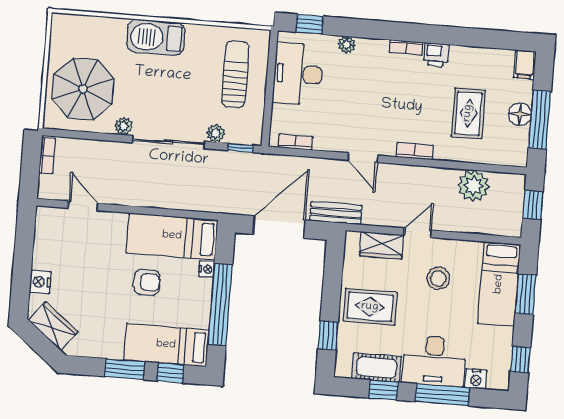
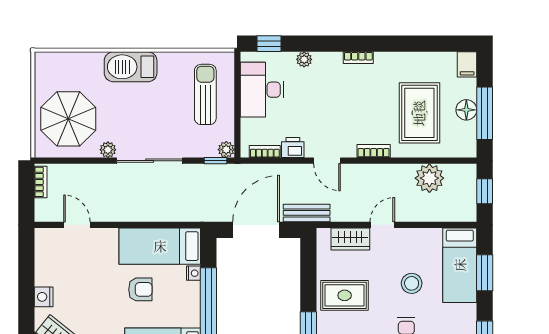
printer: (436, 54) -> (293, 148), moved, turned 180
rug: (468, 113) -> (419, 113), width x1.36, depth x1.43
plant: (216, 133) -> (226, 150), moved
stool: (438, 278) -> (412, 283), moved

